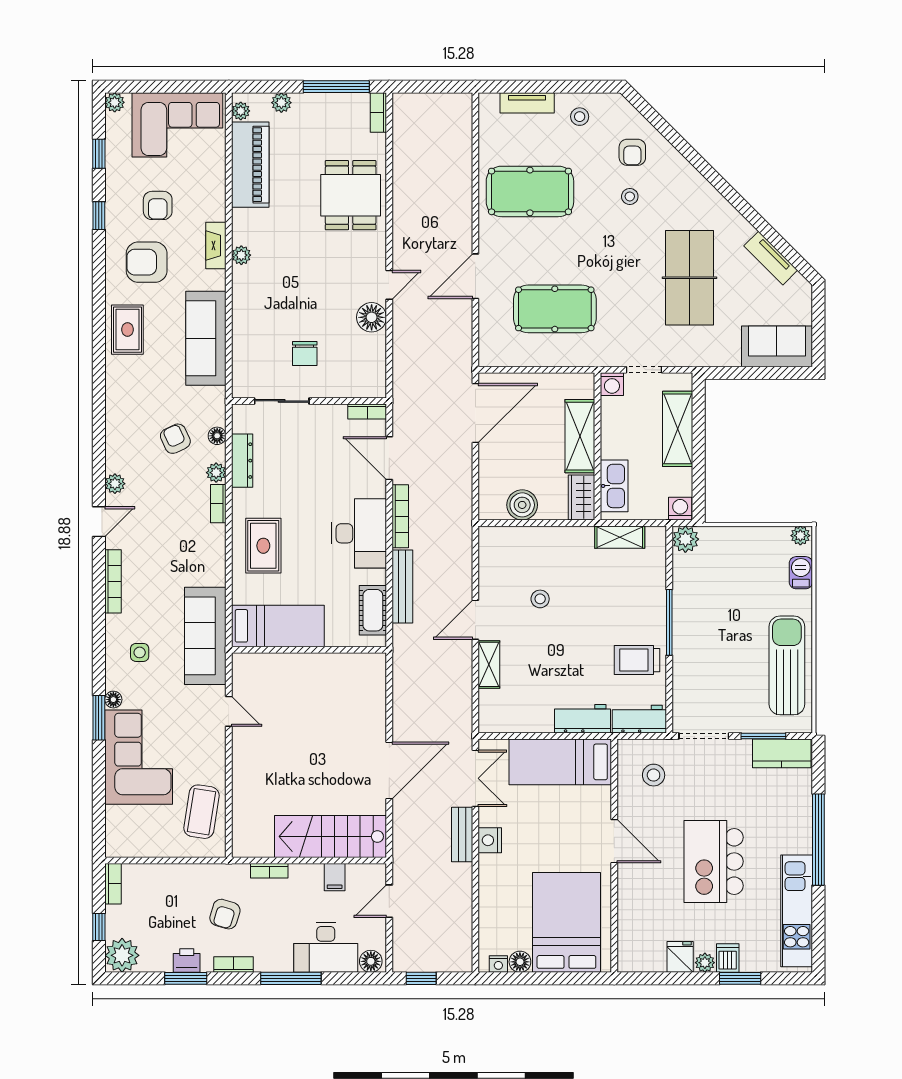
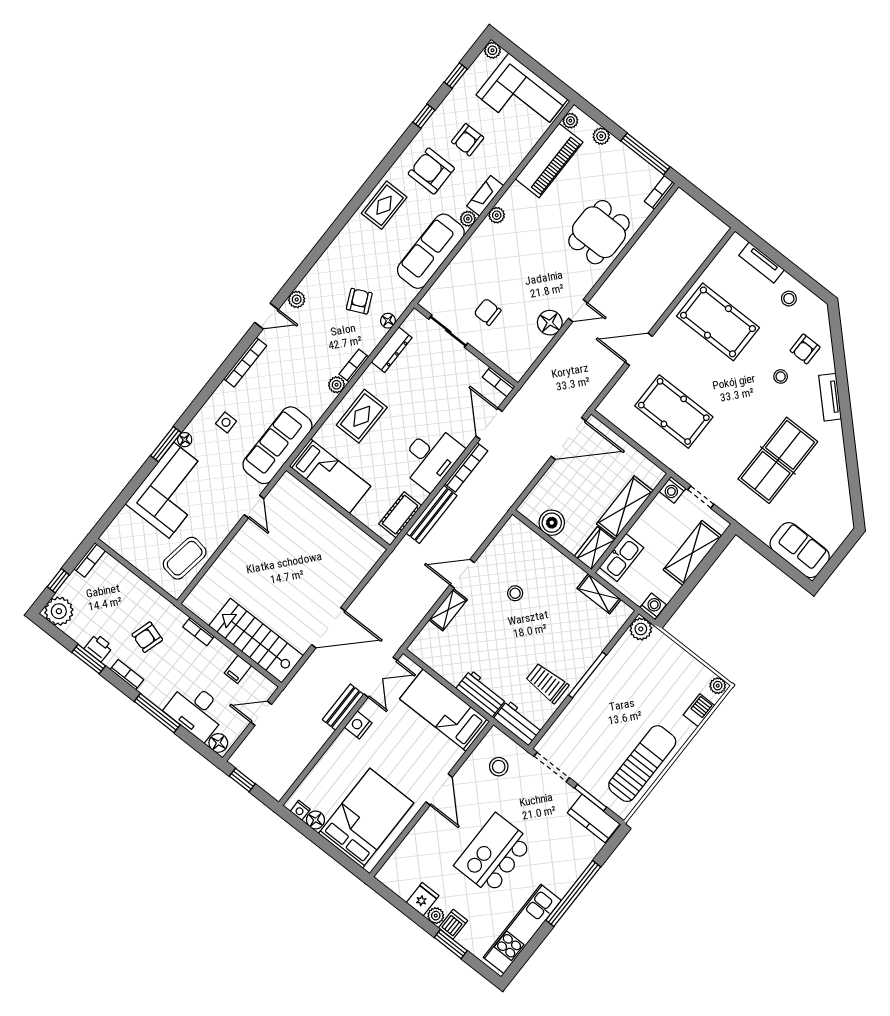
tv unit: (771, 258) -> (830, 397), moved
plant: (217, 280) -> (468, 219), added
chair: (305, 353) -> (488, 312), turned 90
plant: (216, 473) -> (337, 385), moved

